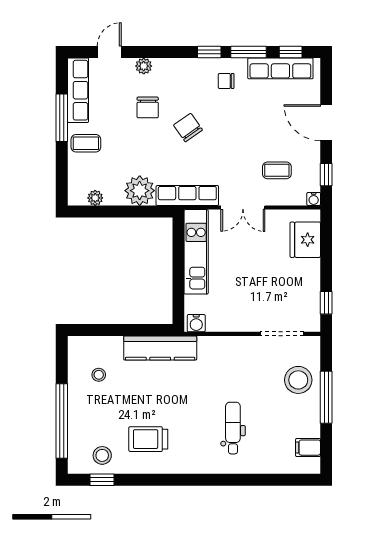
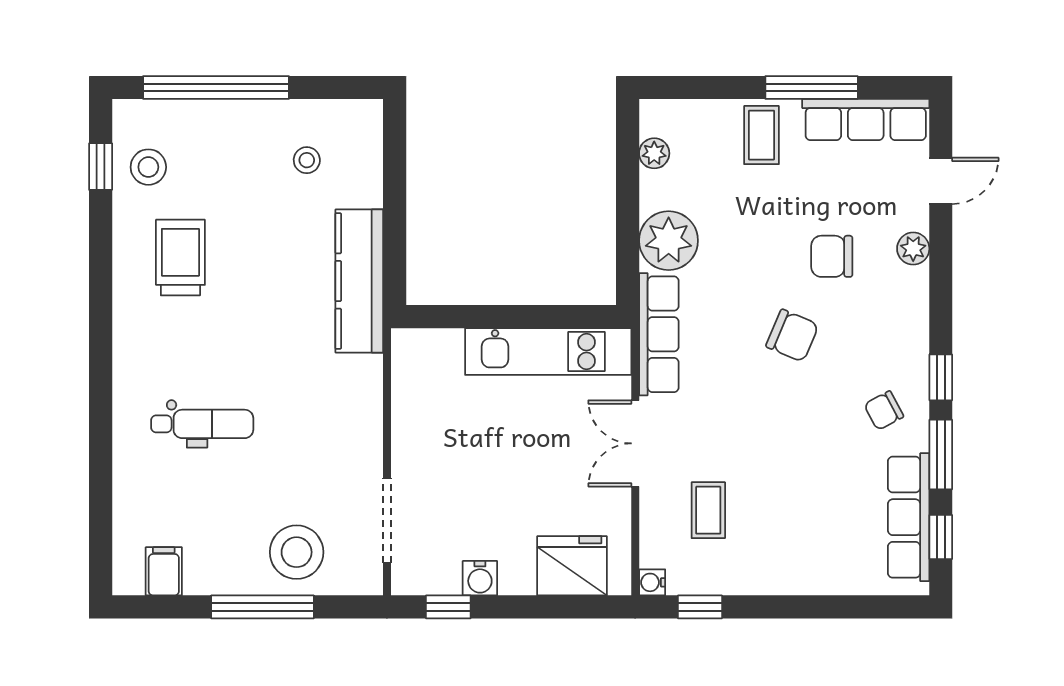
door: (109, 52) -> (941, 181), hinge flipped
chair: (226, 81) -> (884, 411), turned -118
door: (326, 123) -> (802, 607), removed
chair: (188, 128) -> (792, 336), turned 58
water cooler: (196, 323) -> (480, 578), moved, turned -90

